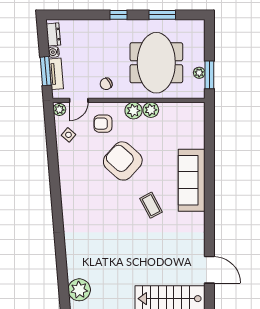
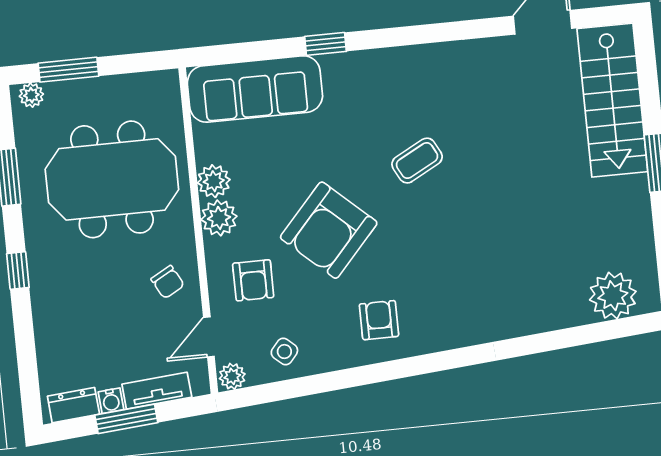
window: (46, 71) -> (126, 419), moved
plant: (199, 73) -> (31, 95), moved
window: (209, 75) -> (68, 70), moved
door: (79, 100) -> (209, 337), swing flipped
window: (209, 168) -> (326, 44), added
armchair: (79, 180) -> (379, 320), added
sofa: (192, 180) -> (255, 89), moved

